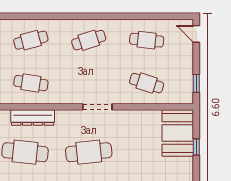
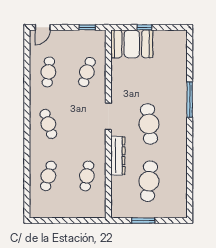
cafe table: (31, 40) -> (48, 176), turned 30
dresser: (33, 118) -> (118, 156), moved

